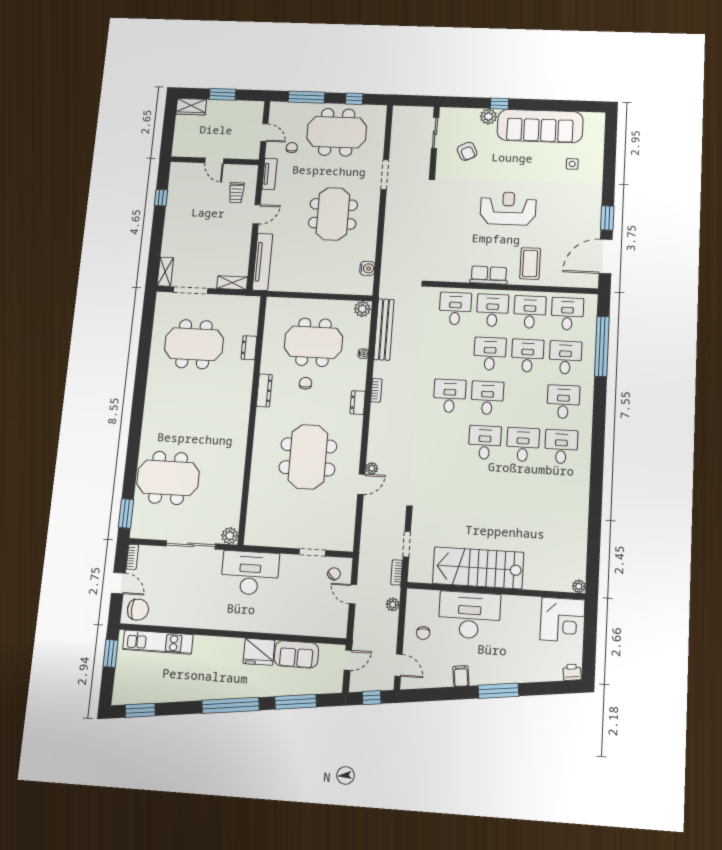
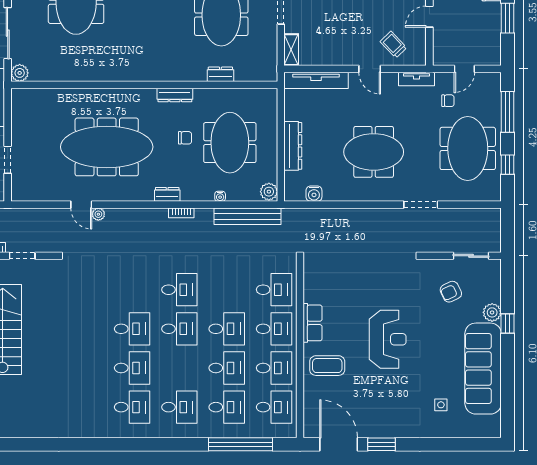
trolley: (236, 193) -> (393, 45), turned 46
dresser: (321, 285) -> (293, 146), added
meeting table: (308, 457) -> (107, 147), width x1.36

